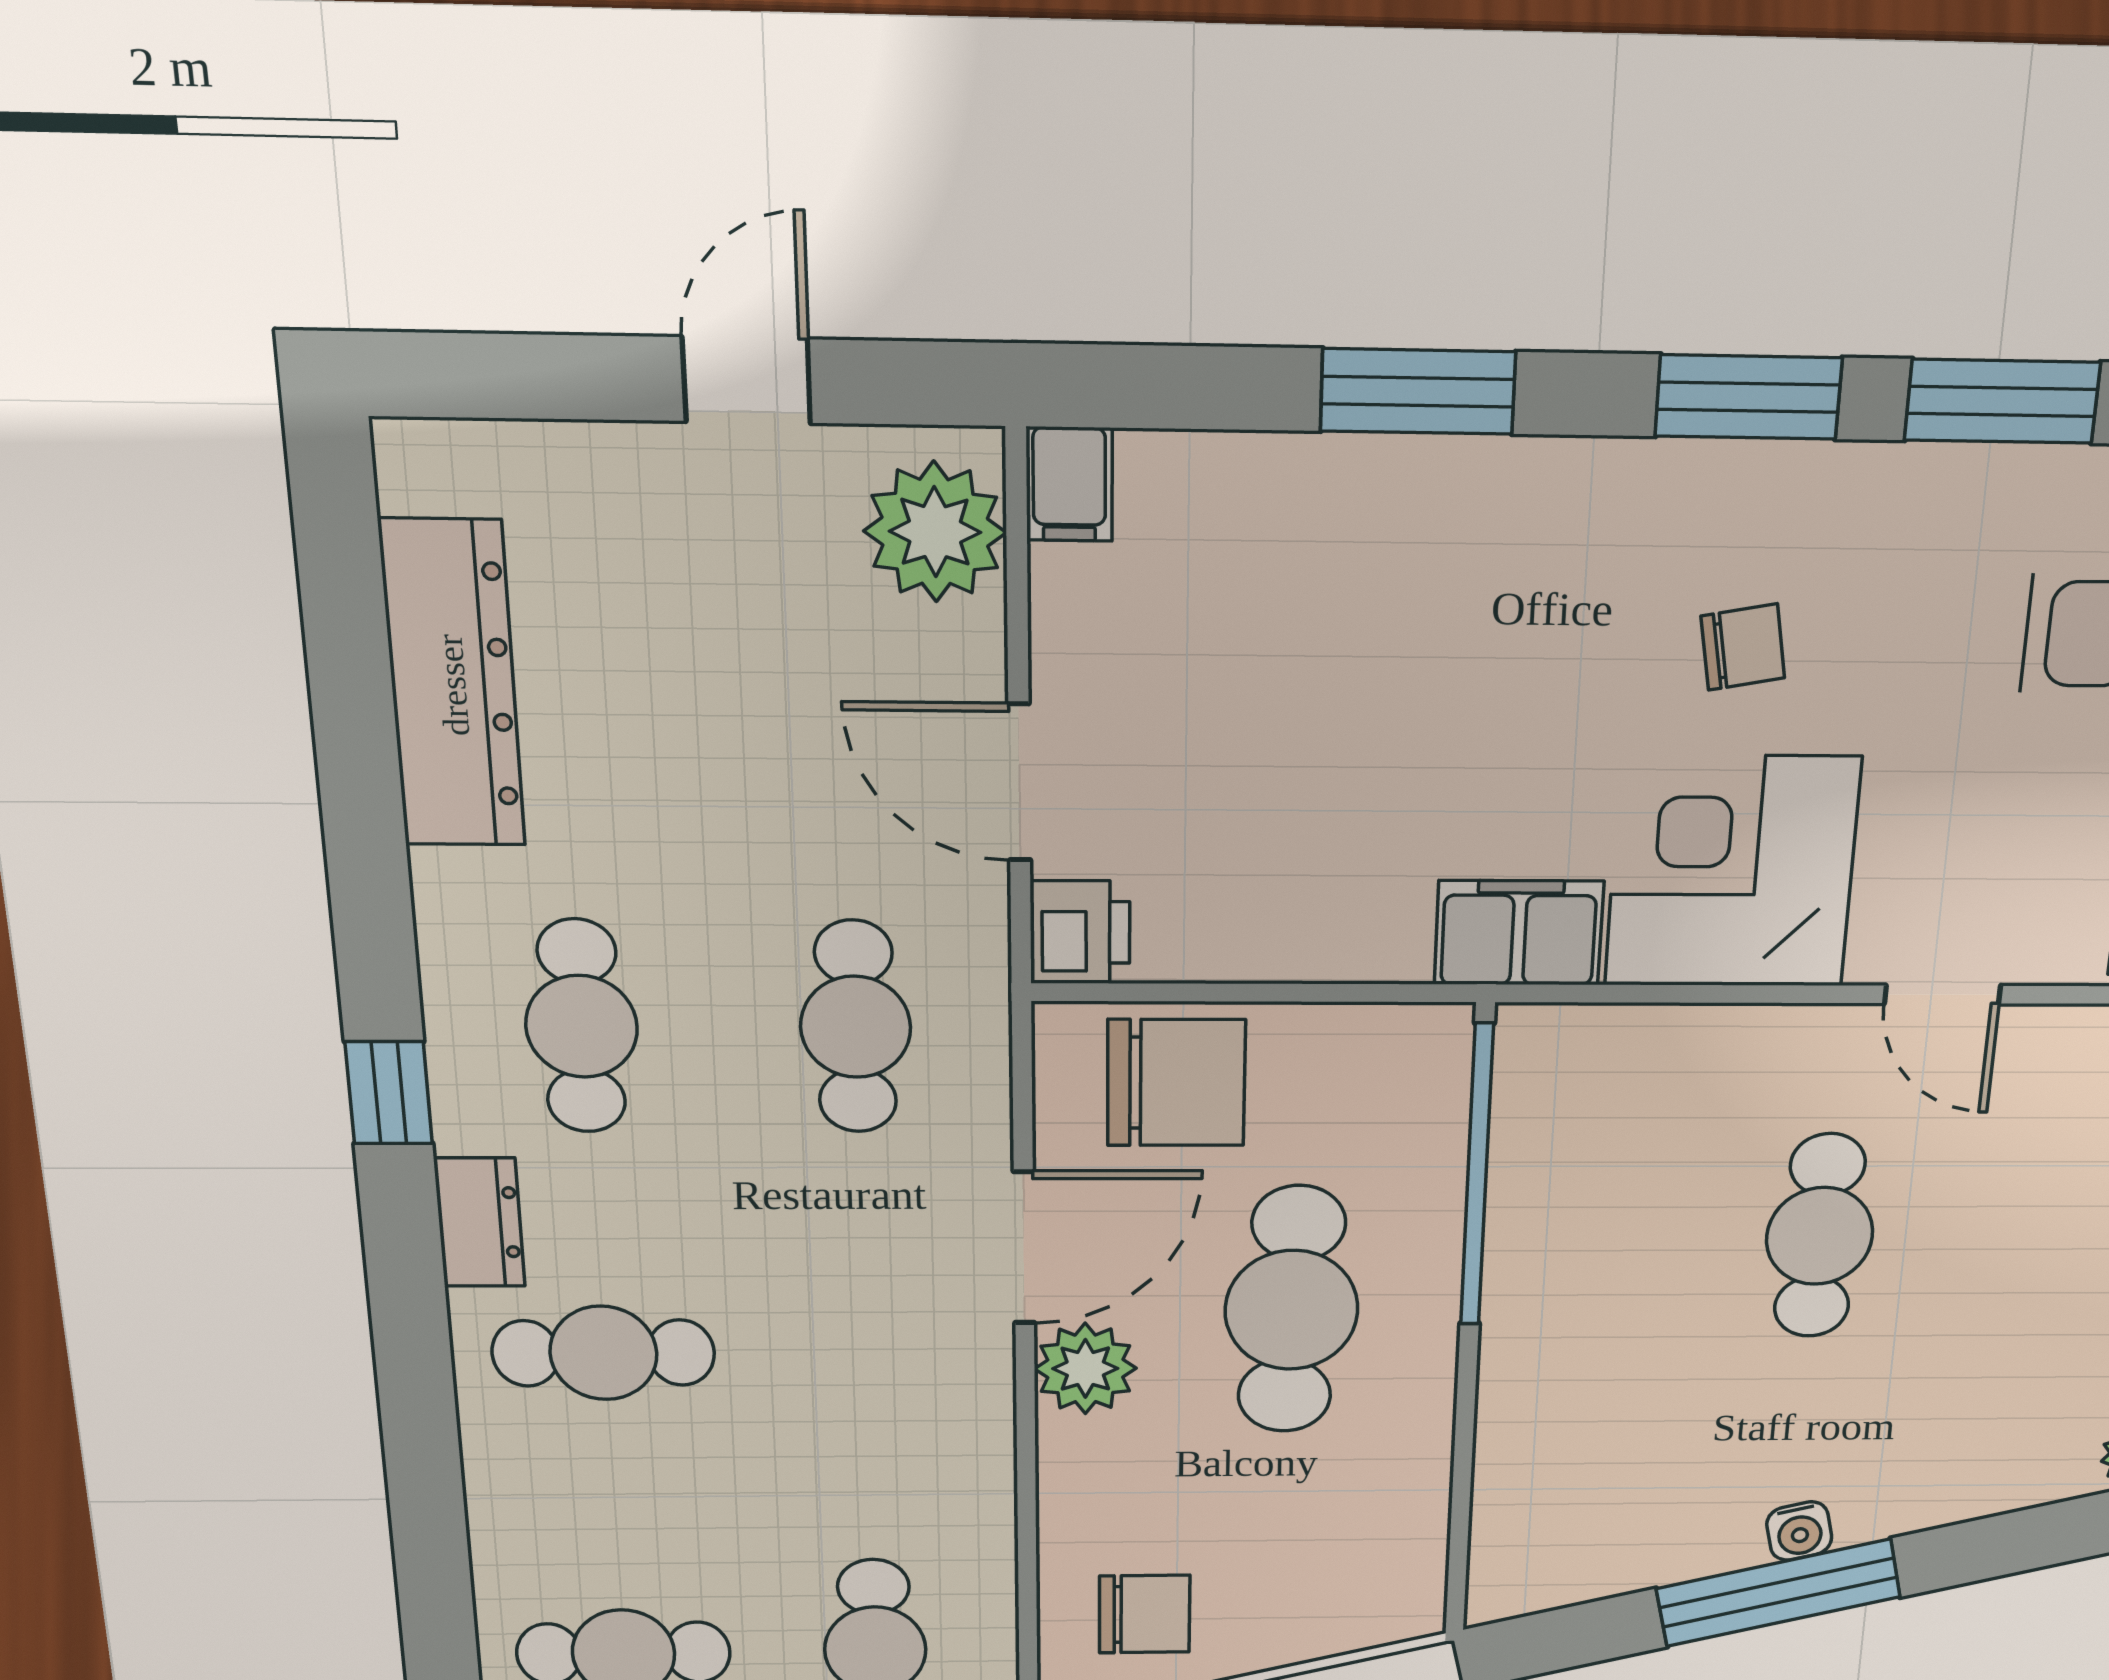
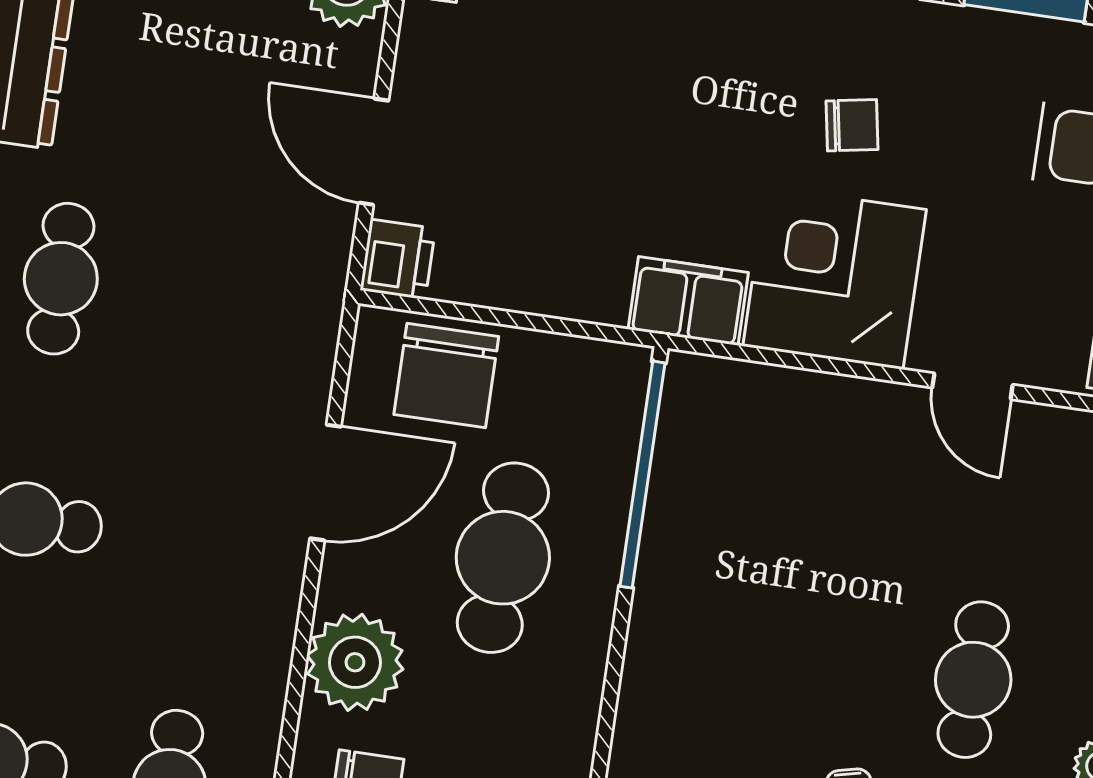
cafe table: (856, 1027) -> (240, 305), removed
chair: (1176, 1083) -> (446, 376), turned 90
cafe table: (1820, 1236) -> (973, 680), moved
plant: (1085, 1369) -> (355, 662), moved, width x1.36, depth x1.36

